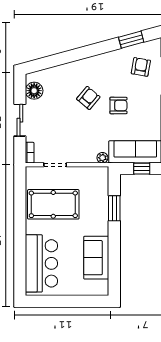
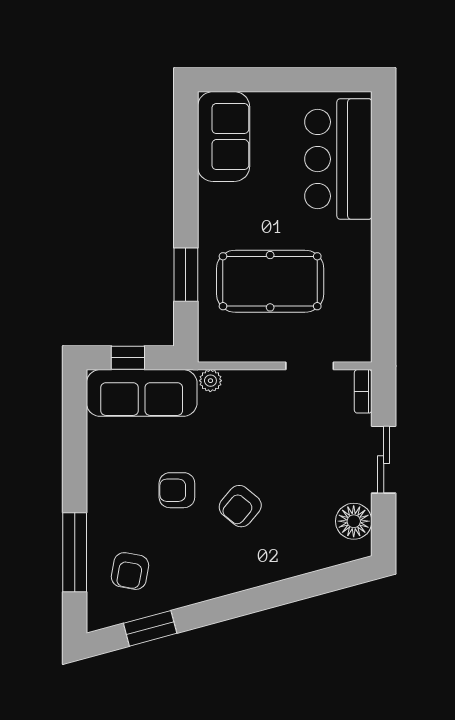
pool table: (53, 204) -> (270, 281), moved
sofa: (96, 258) -> (224, 137), moved

